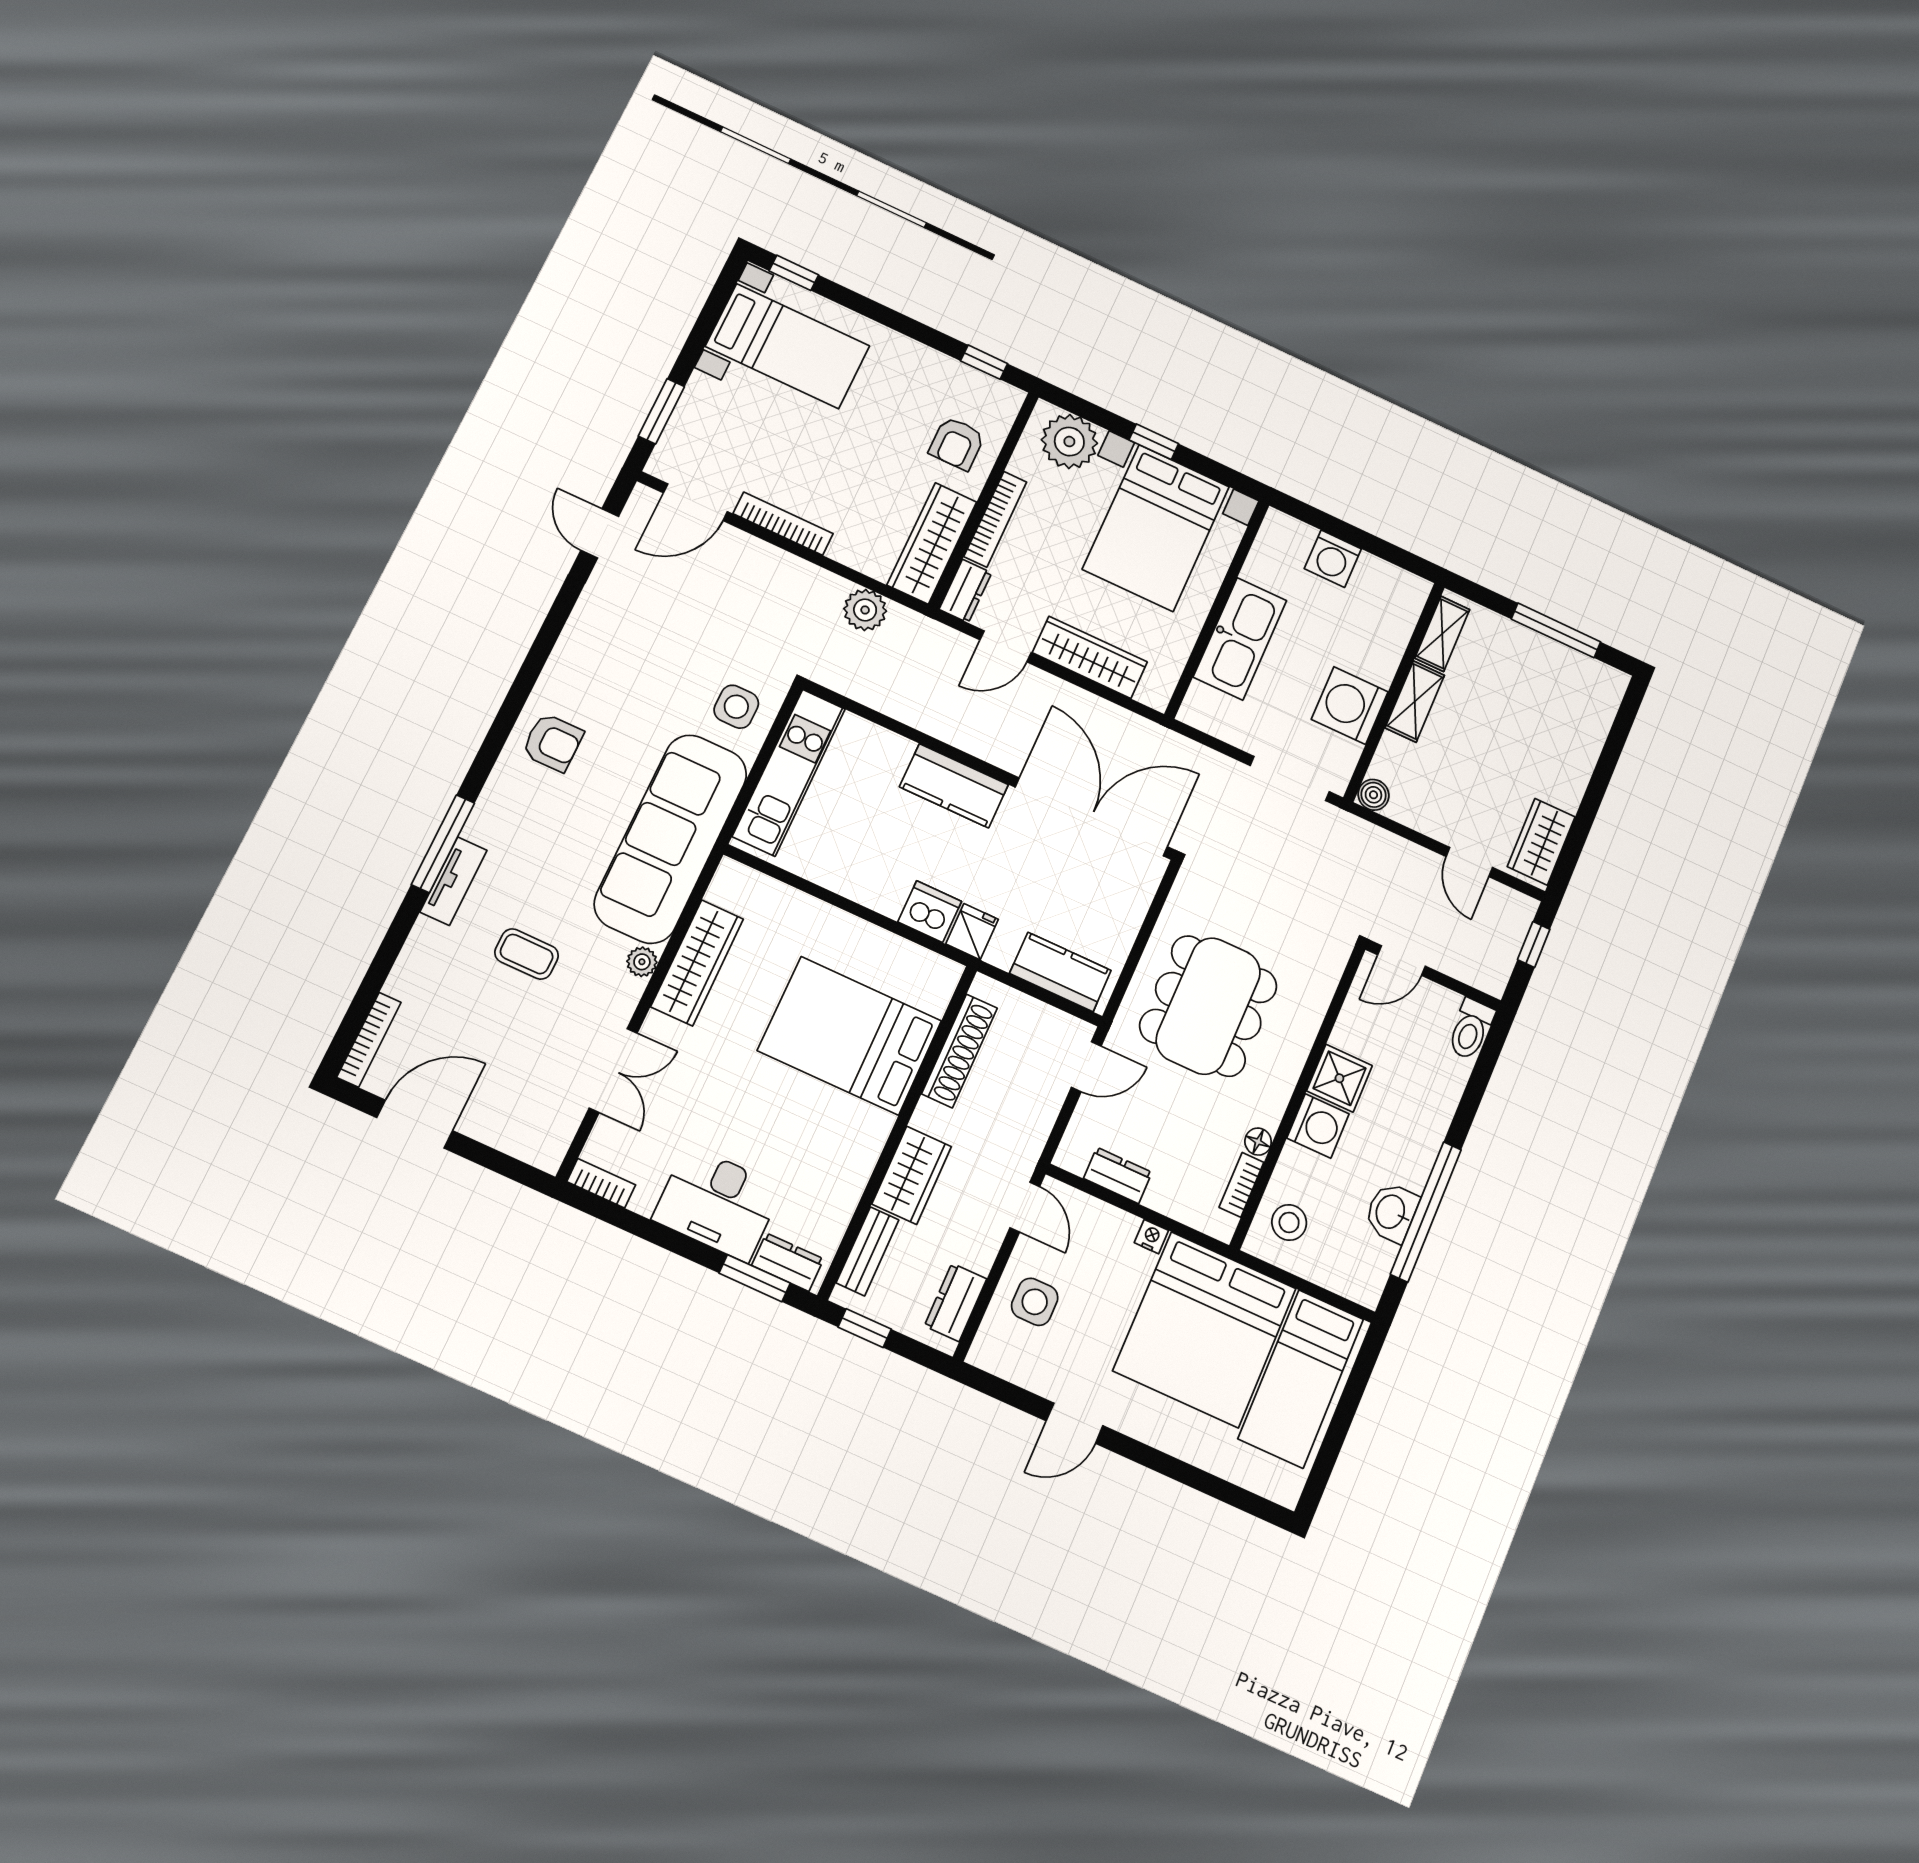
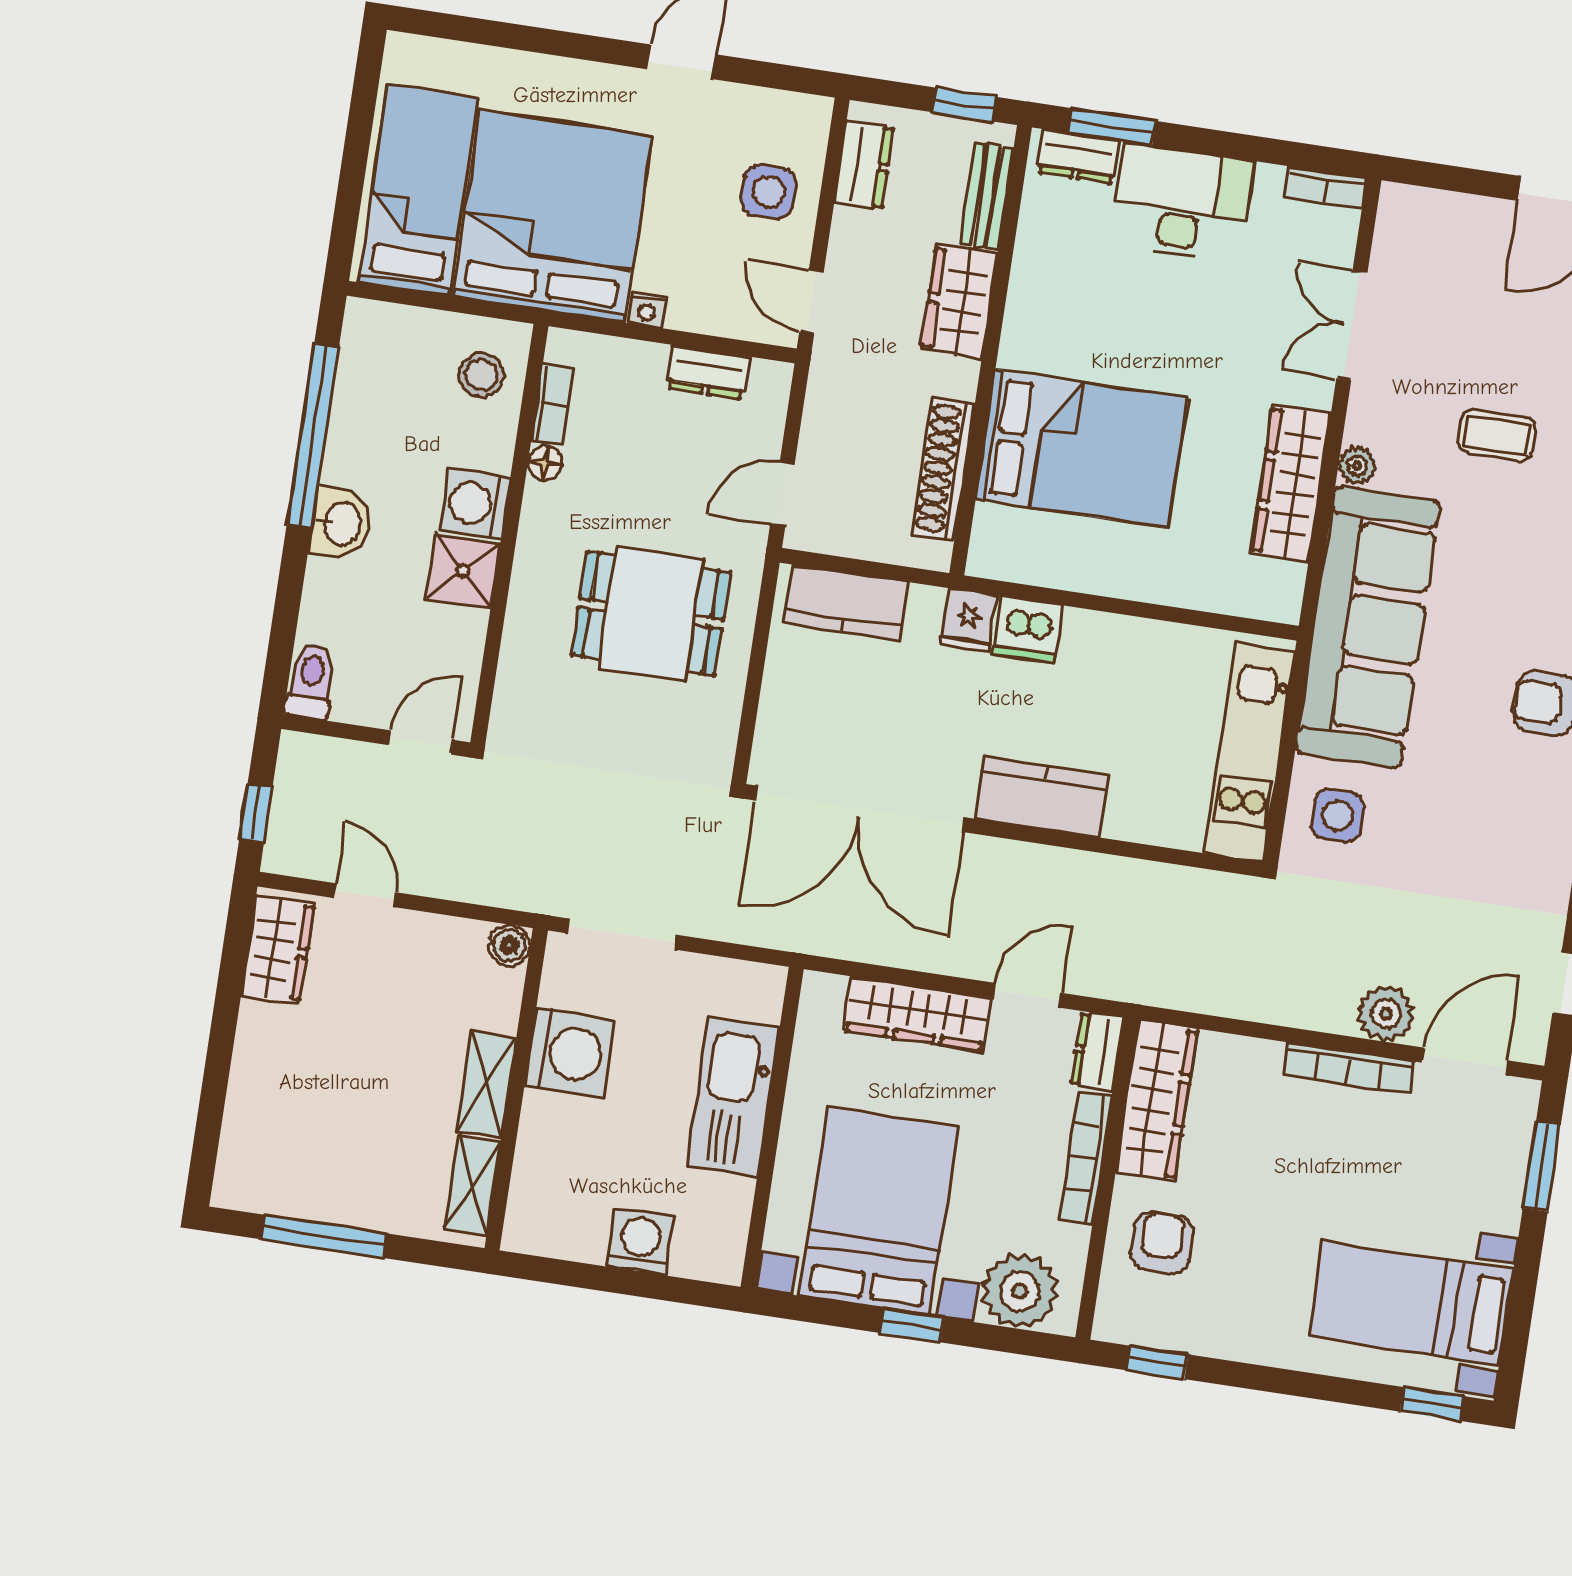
plant: (865, 610) -> (1386, 1014), moved
dining table: (1208, 1006) -> (651, 614), width x0.73
washbasin: (1391, 1212) -> (341, 524), moved

